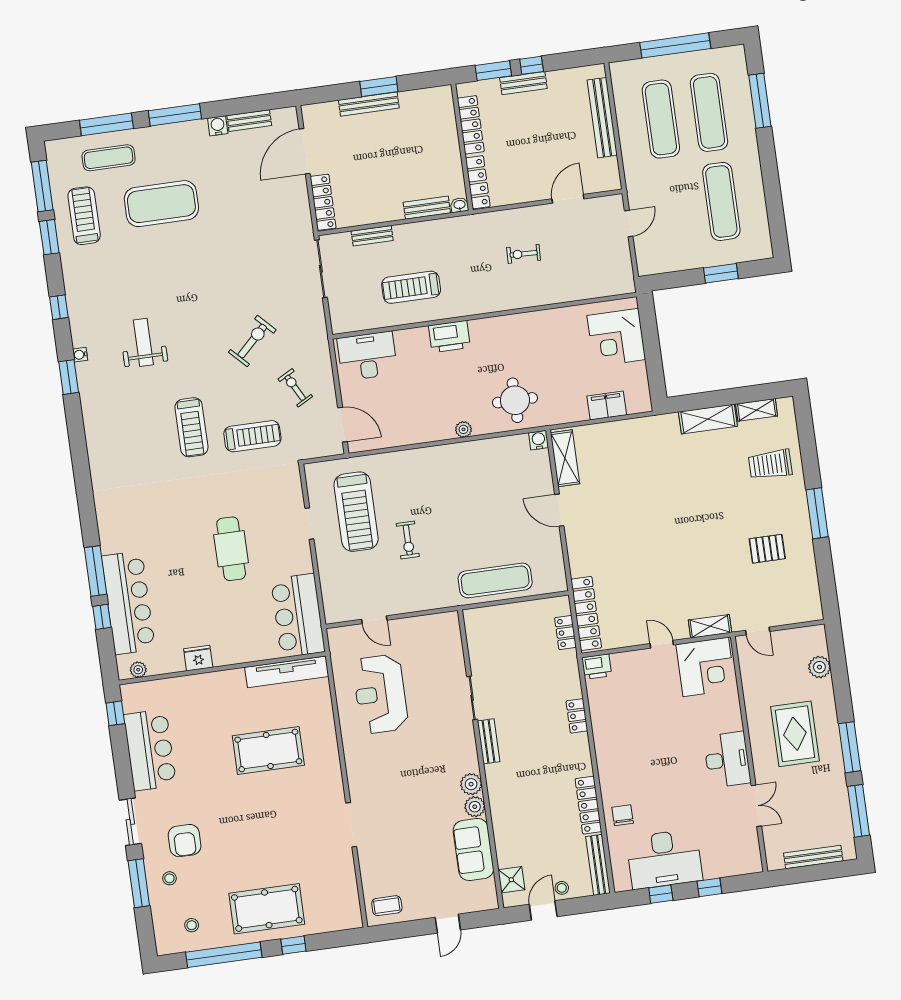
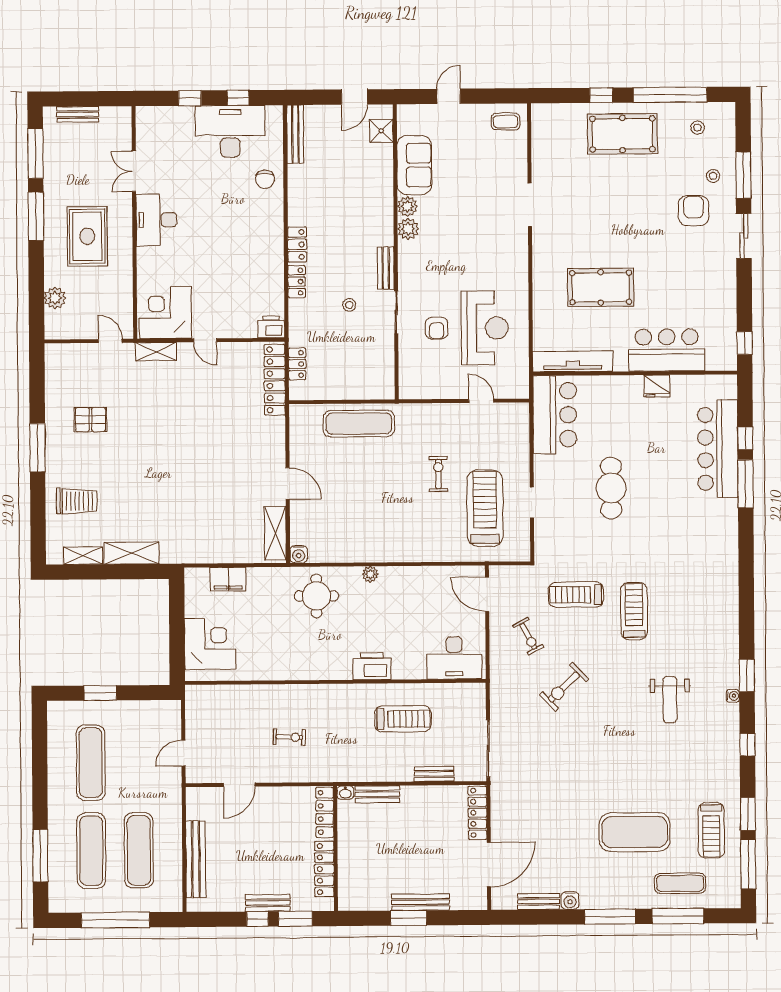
plant: (138, 670) -> (717, 382), removed
armchair: (429, 687) -> (437, 328), added
bar counter: (150, 750) -> (667, 350), moved, turned 90
locker: (588, 805) -> (297, 244), moved, width x0.66
bench: (813, 857) -> (78, 114), width x0.73
stool: (562, 888) -> (349, 305), moved

